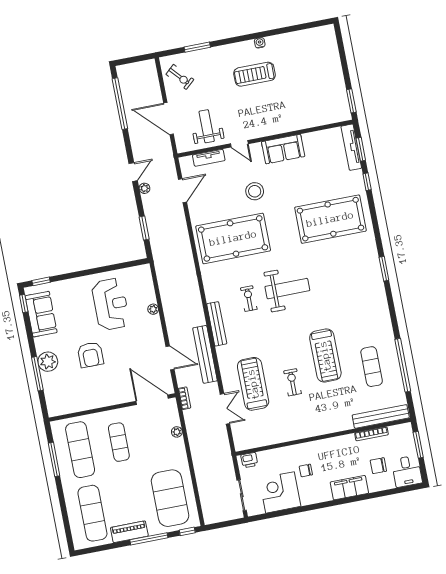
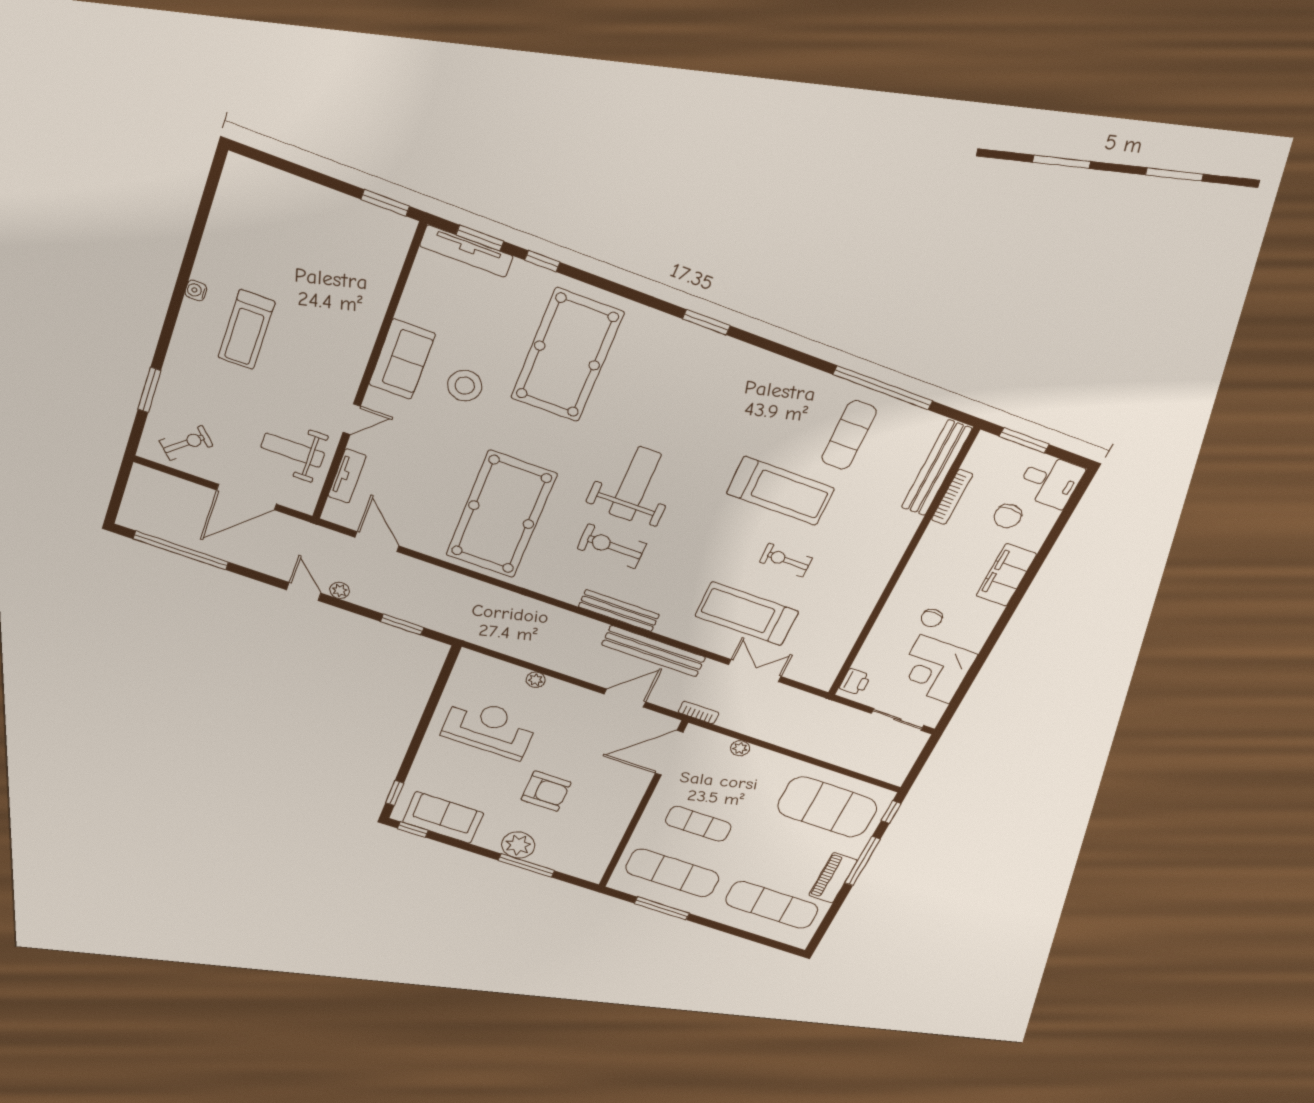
stool: (255, 191) -> (465, 386), moved
exercise bike: (249, 299) -> (612, 546), width x1.38, depth x1.39
exercise mat: (372, 367) -> (849, 435), turned 90

